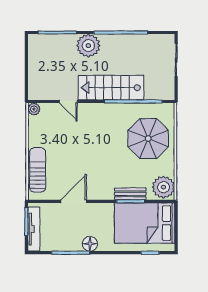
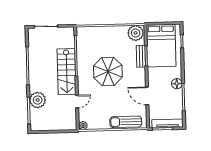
plant: (88, 46) -> (38, 100), moved
parasol: (148, 139) -> (108, 71), moved

